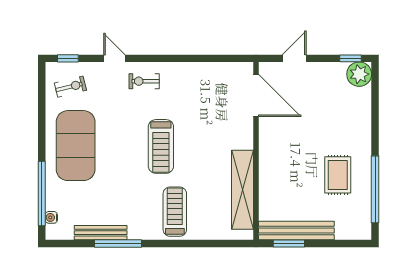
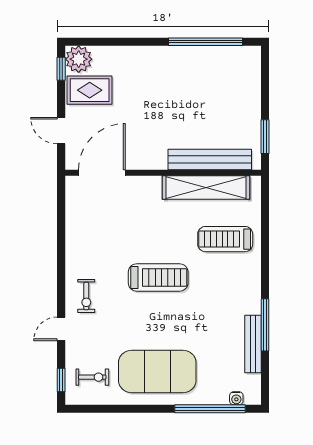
exercise bike: (70, 87) -> (92, 377), turned 104
rug: (338, 175) -> (90, 90), moved
treadmill: (175, 212) -> (225, 239), moved
bench: (296, 231) -> (210, 160), moved, turned 90

